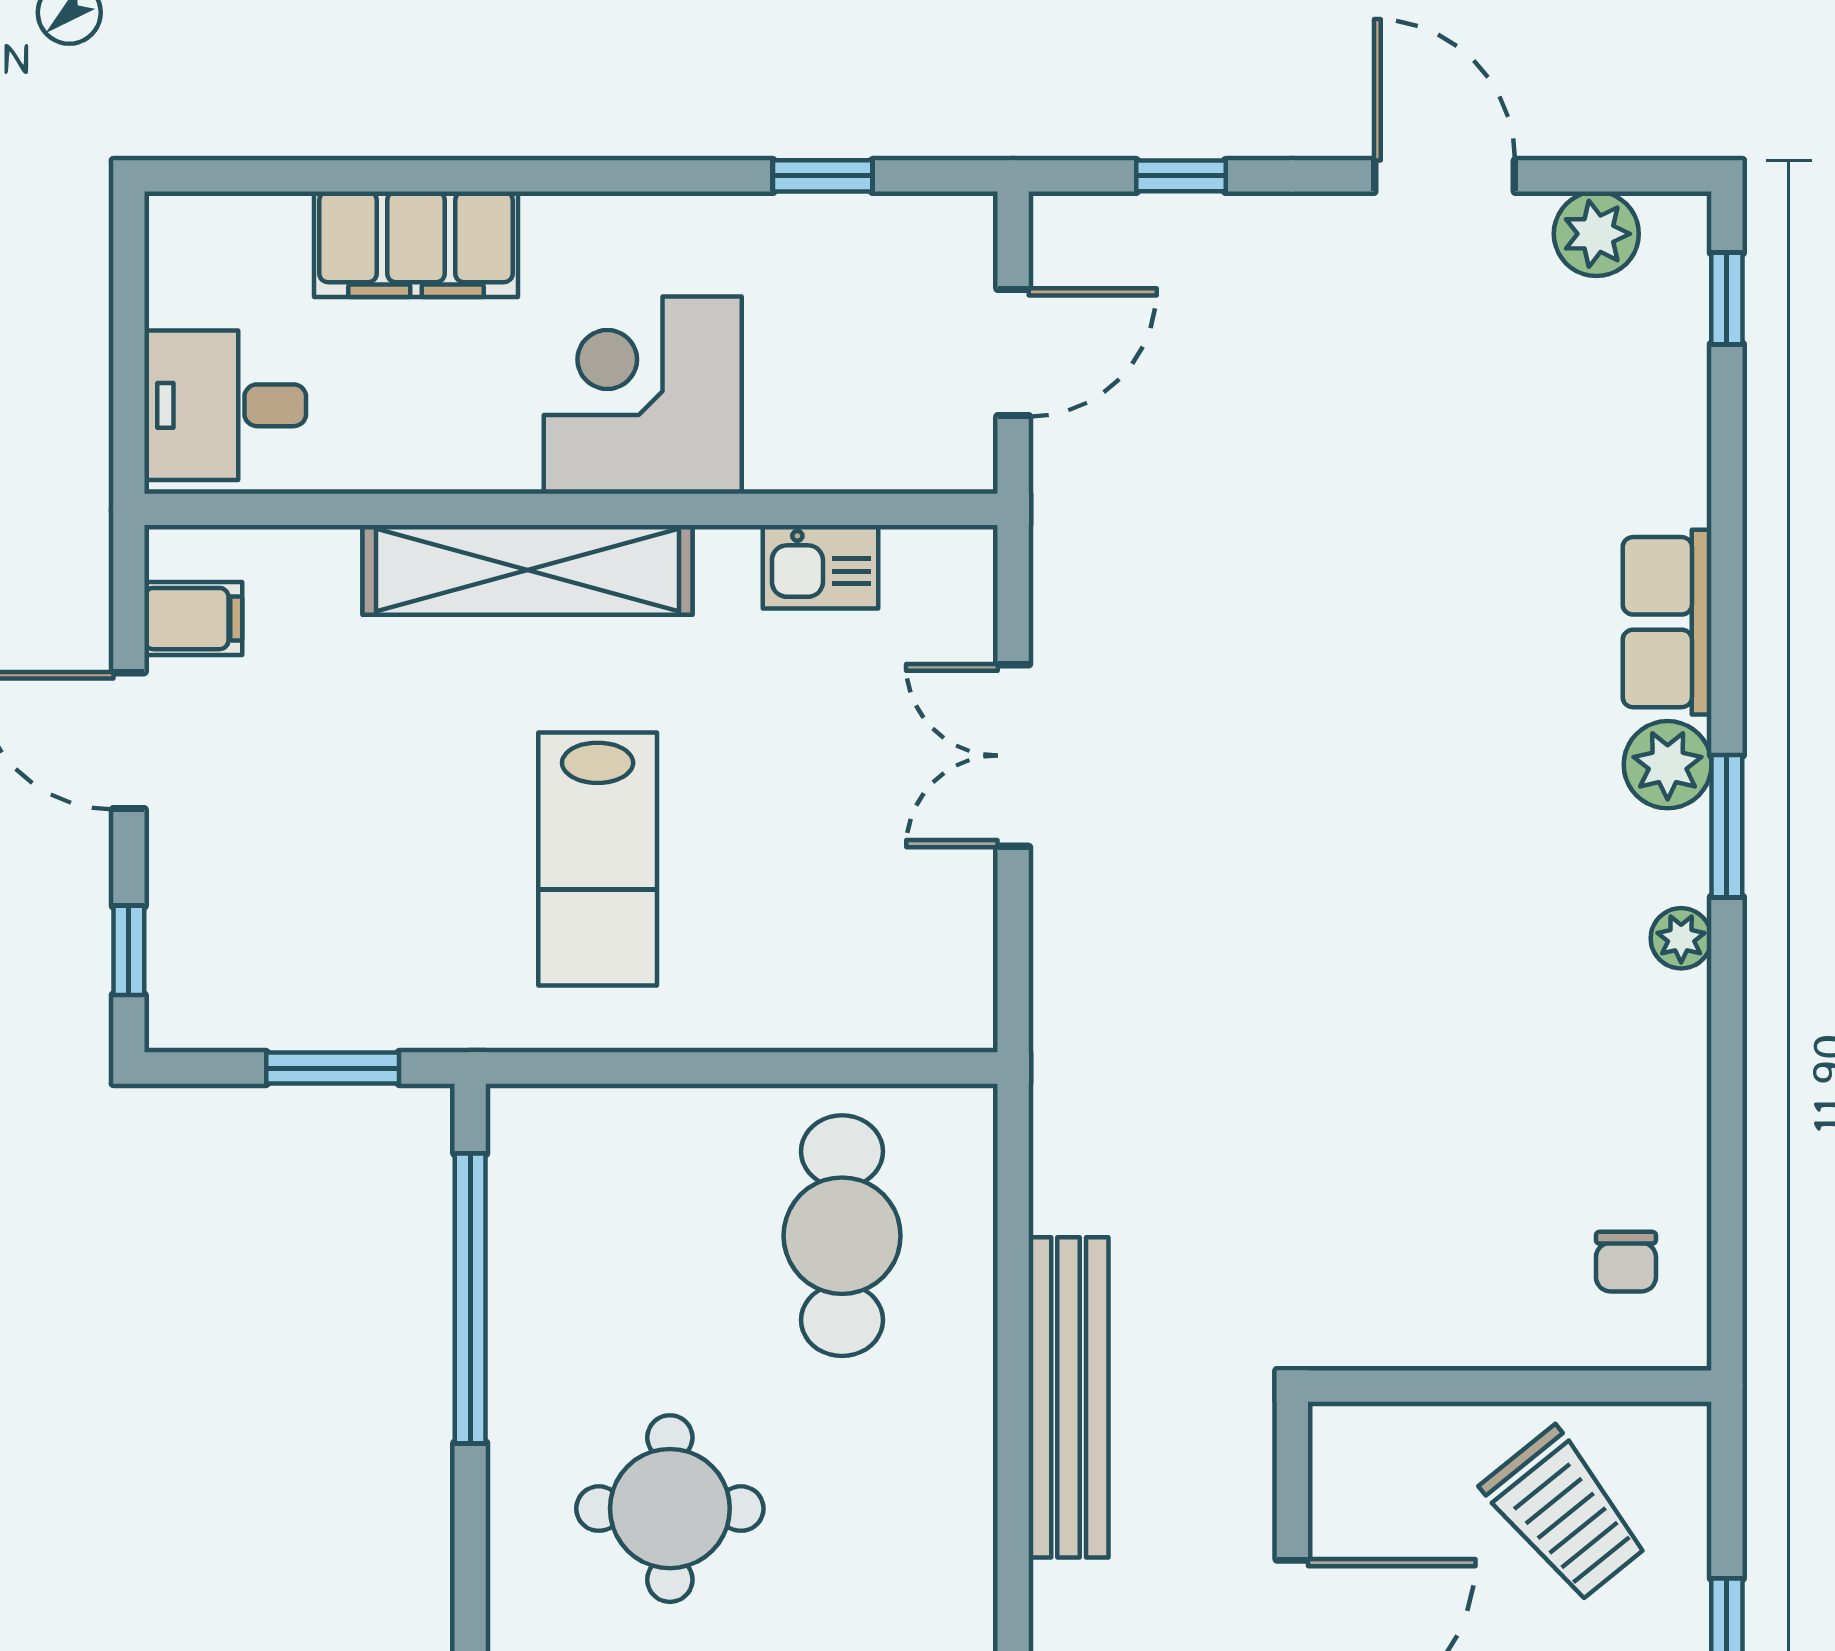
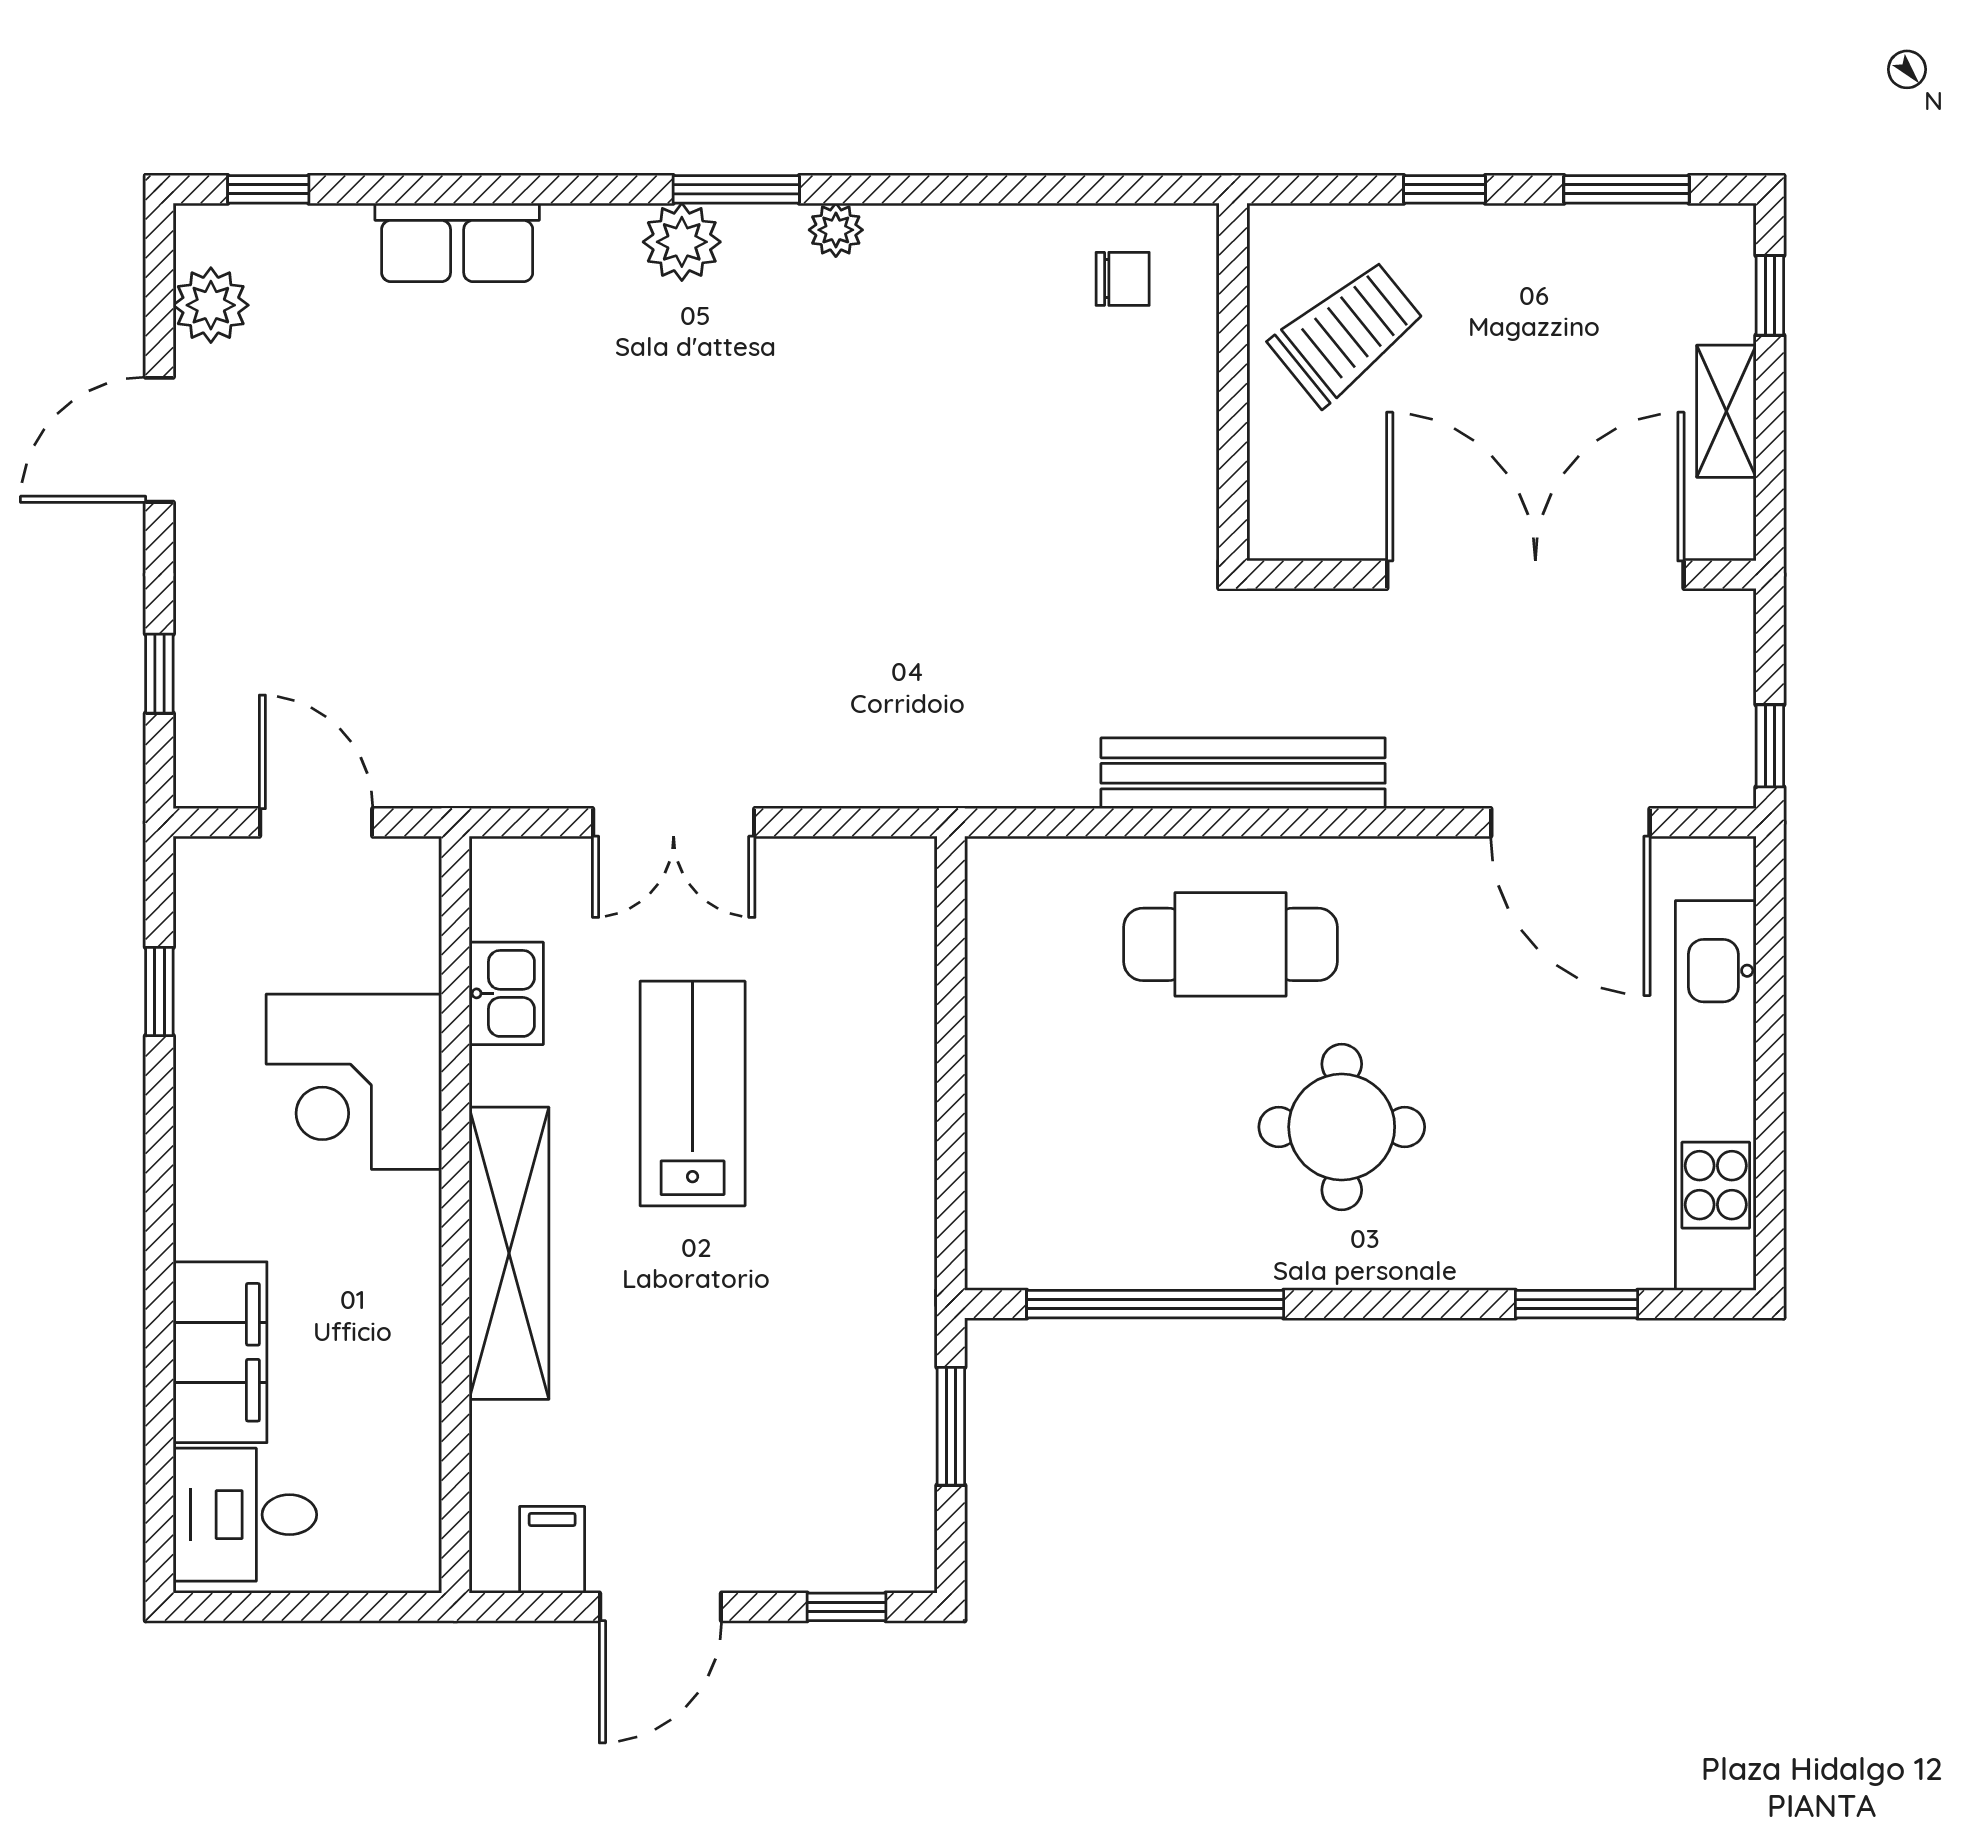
corner desk: (643, 395) -> (354, 1082), moved
desk: (225, 405) -> (245, 1515), moved, turned 90
row of seats: (1667, 622) -> (457, 242), moved
lab bench: (598, 859) -> (693, 1093), moved, turned -90
cafe table: (842, 1236) -> (1230, 944), moved

